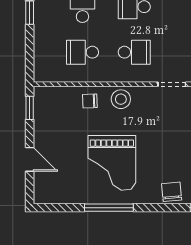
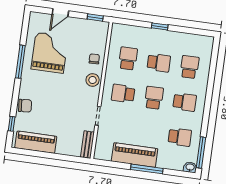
school desk: (134, 52) -> (123, 94), turned 90
grand piano: (112, 163) -> (50, 53), moved, turned 90

